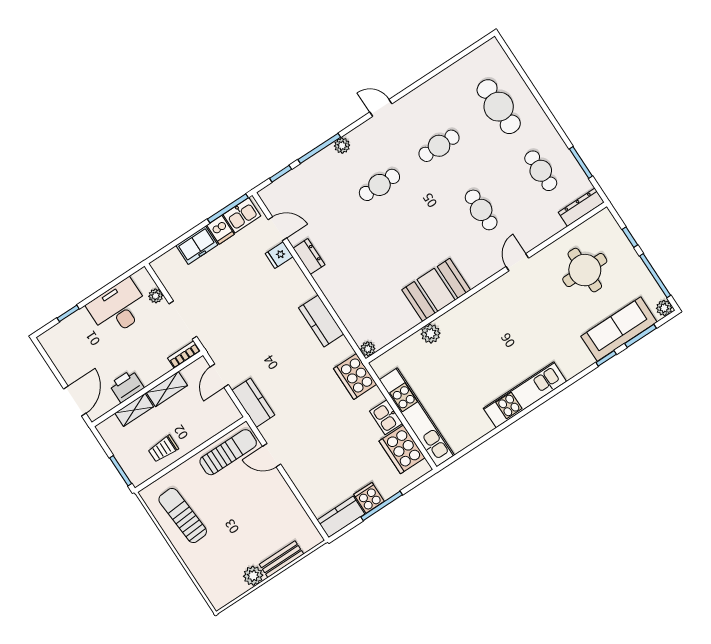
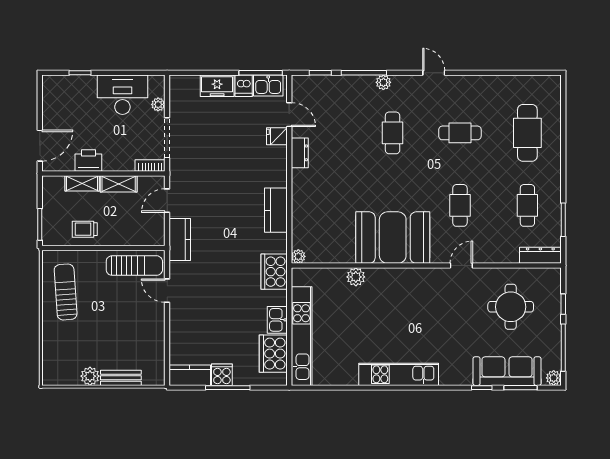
cafe table: (379, 185) -> (393, 133), turned 90
booth: (436, 290) -> (393, 238), width x1.36, depth x1.42

